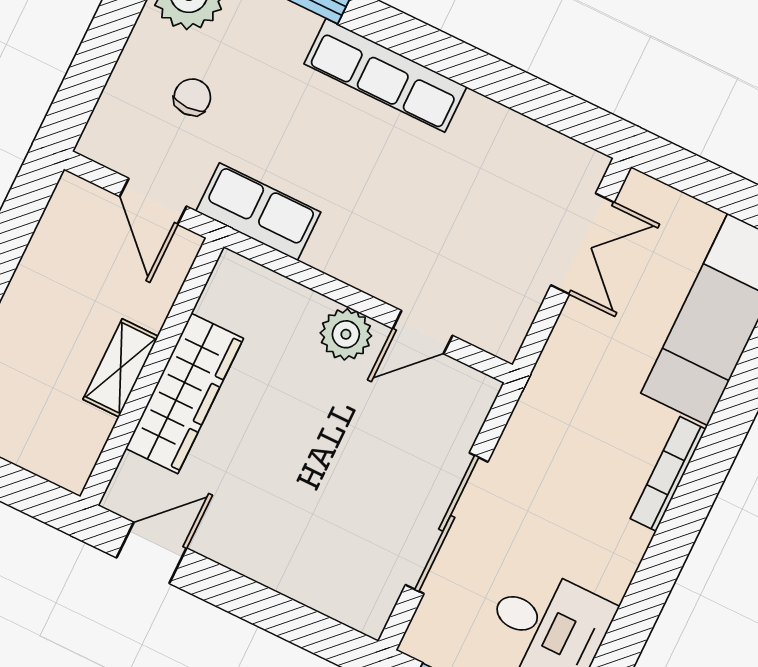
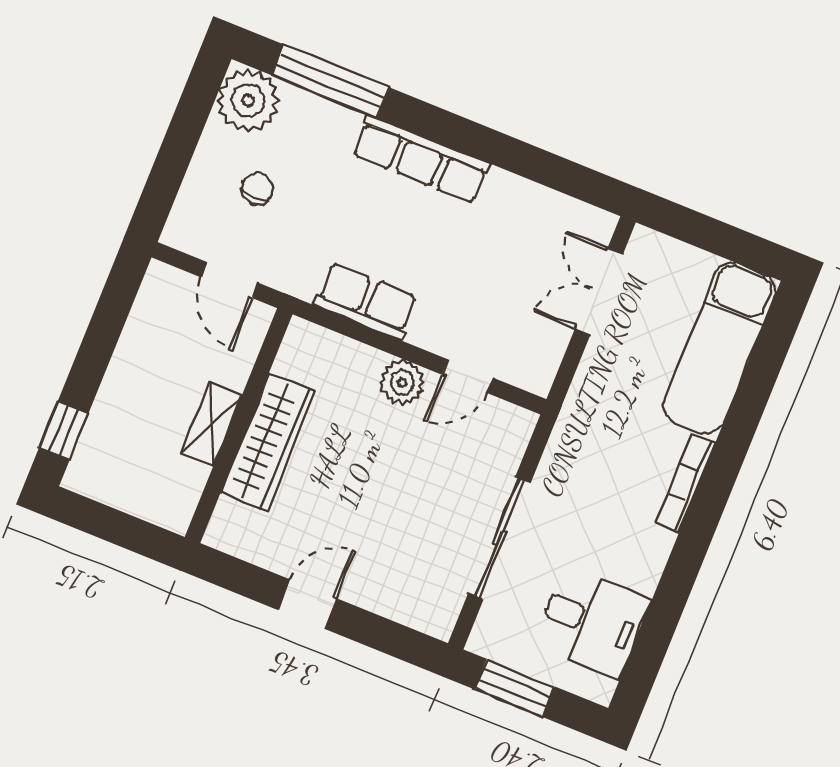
row of seats: (258, 212) -> (366, 301), moved
double door: (582, 244) -> (599, 291), swing flipped
door: (152, 553) -> (307, 604), moved

